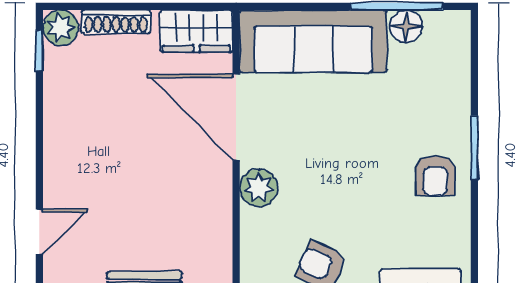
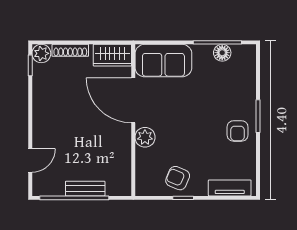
sofa: (313, 41) -> (163, 61), width x0.73

